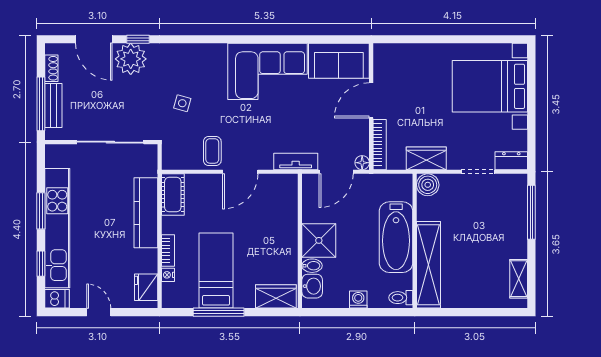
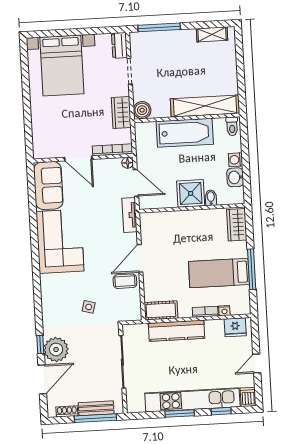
door: (240, 172) -> (140, 258), swing flipped
washbasin: (312, 286) -> (235, 177), moved, turned -90

